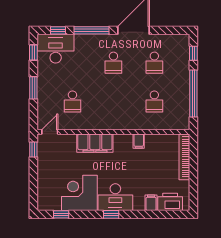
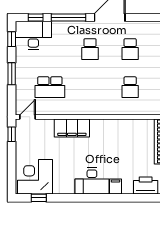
school desk: (72, 102) -> (50, 87), width x1.85
filing cabinet: (139, 141) -> (115, 126), removed
corner desk: (79, 193) -> (35, 177), moved
filing cabinet: (151, 203) -> (115, 186), moved
window: (111, 214) -> (88, 198), removed

